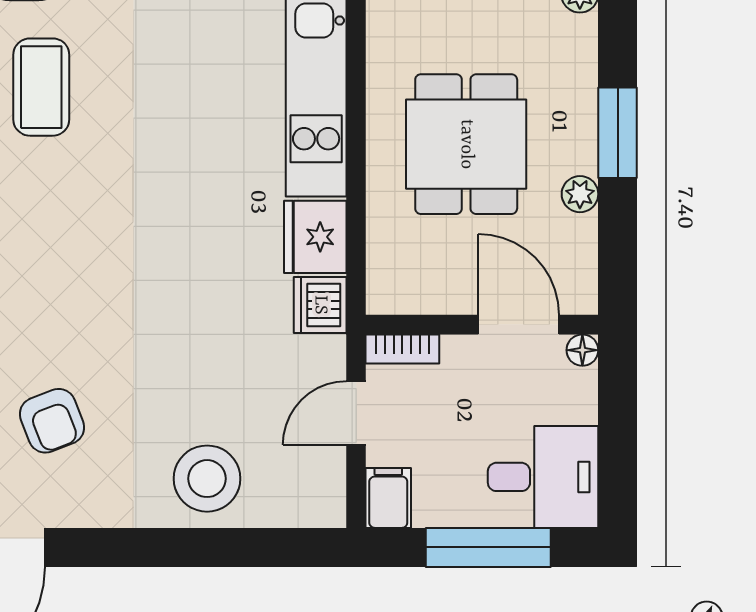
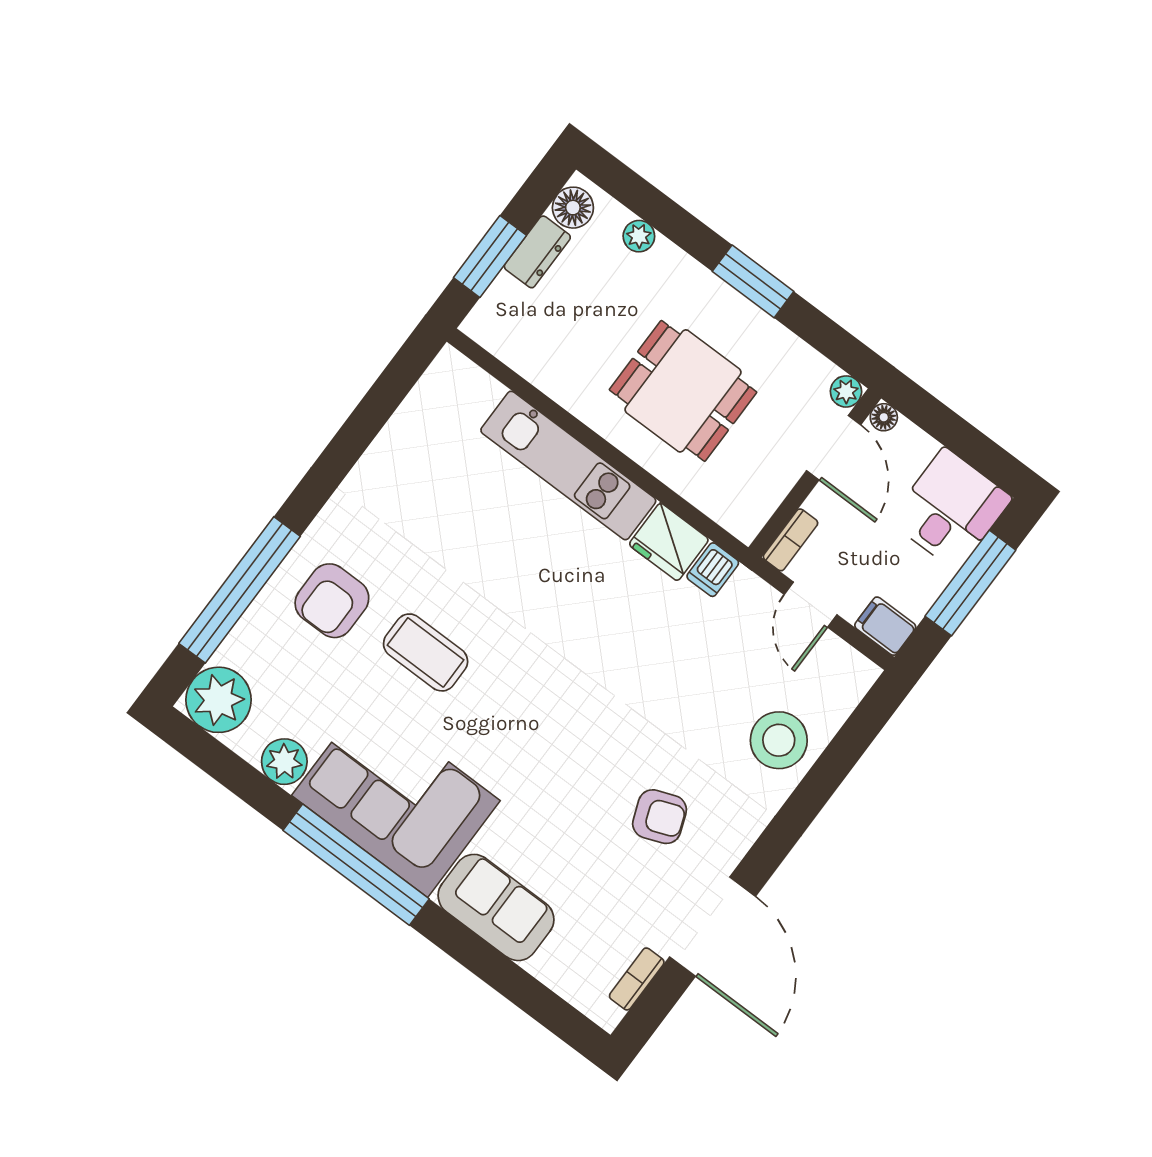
plant: (580, 194) -> (846, 391), moved
dishwasher: (320, 305) -> (713, 570), width x0.73
door: (519, 325) -> (834, 448), swing flipped

